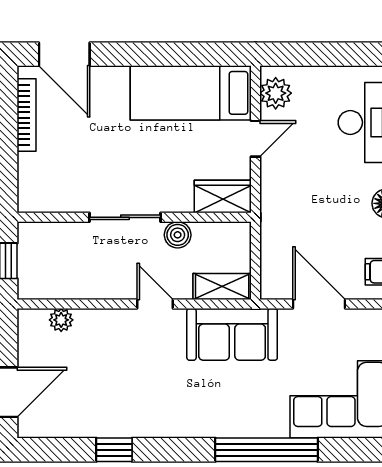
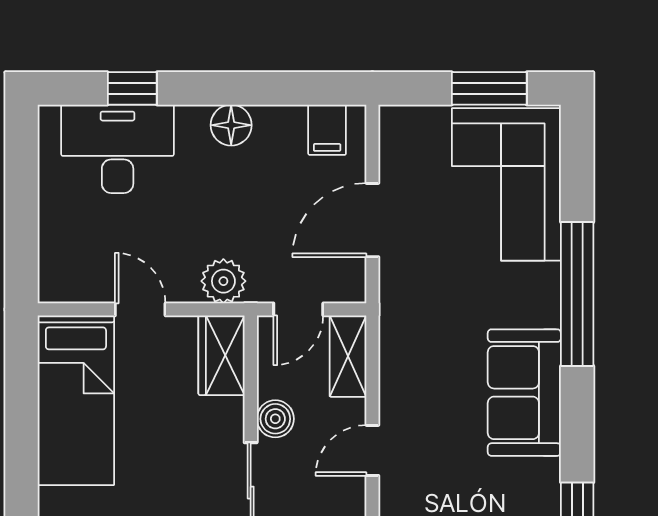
plant: (276, 93) -> (223, 281), moved
door: (255, 251) -> (298, 309), added
sofa: (232, 334) -> (524, 393), moved, turned 180

